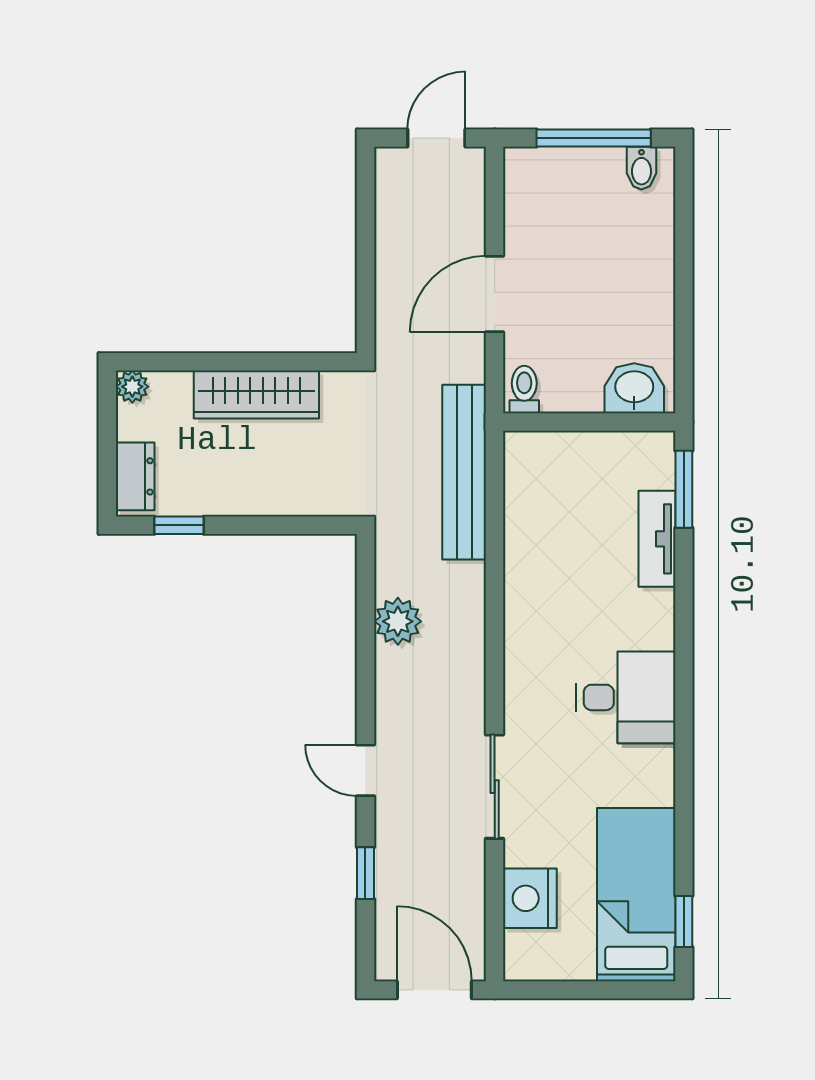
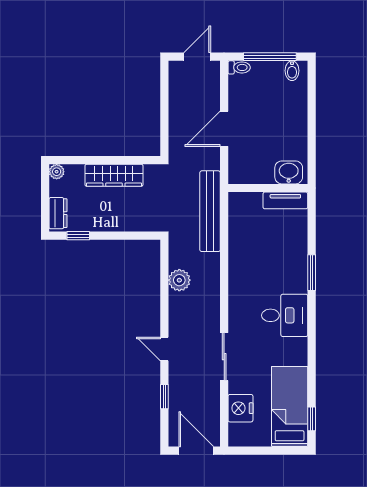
toilet: (524, 390) -> (239, 67), moved, turned 90
window: (684, 489) -> (312, 273), moved
tv unit: (657, 539) -> (285, 200), moved, turned -90

